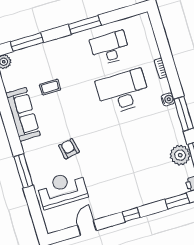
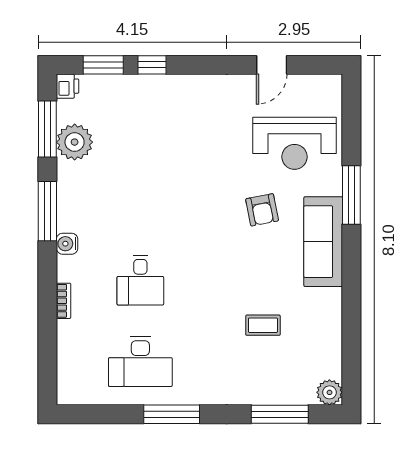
desk: (123, 92) -> (140, 280), width x0.53, depth x0.77
sofa: (23, 114) -> (323, 242), moved
window: (131, 215) -> (152, 65), moved

